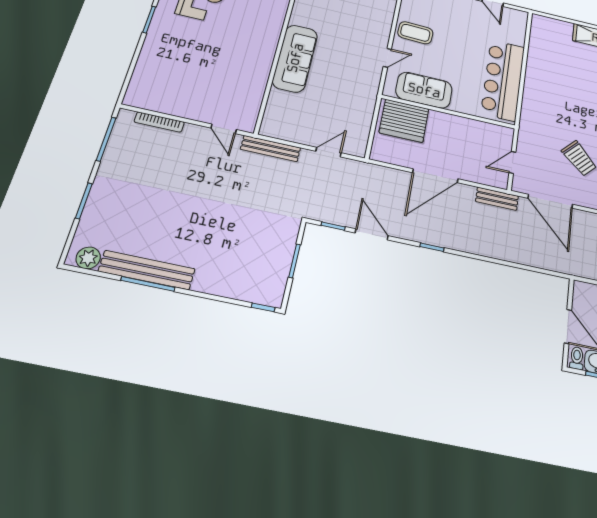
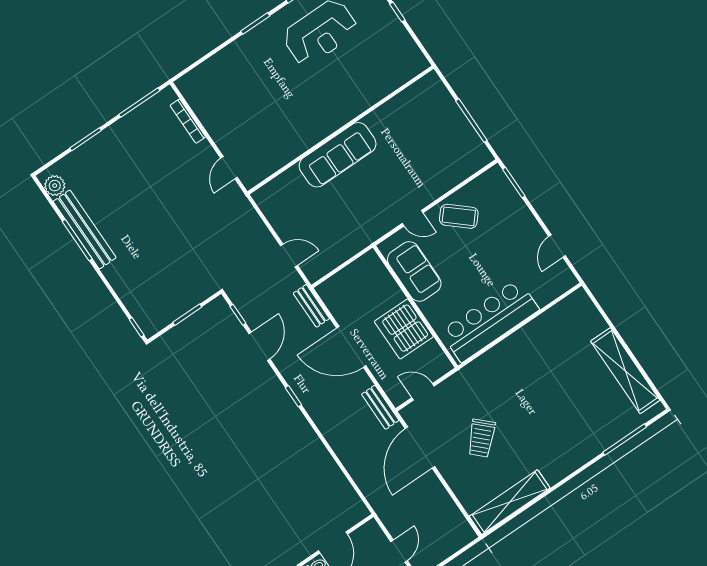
coffee table: (415, 33) -> (459, 216), turned -51
server rack: (404, 121) -> (404, 329), moved
bench: (271, 148) -> (311, 306), moved, width x0.73

